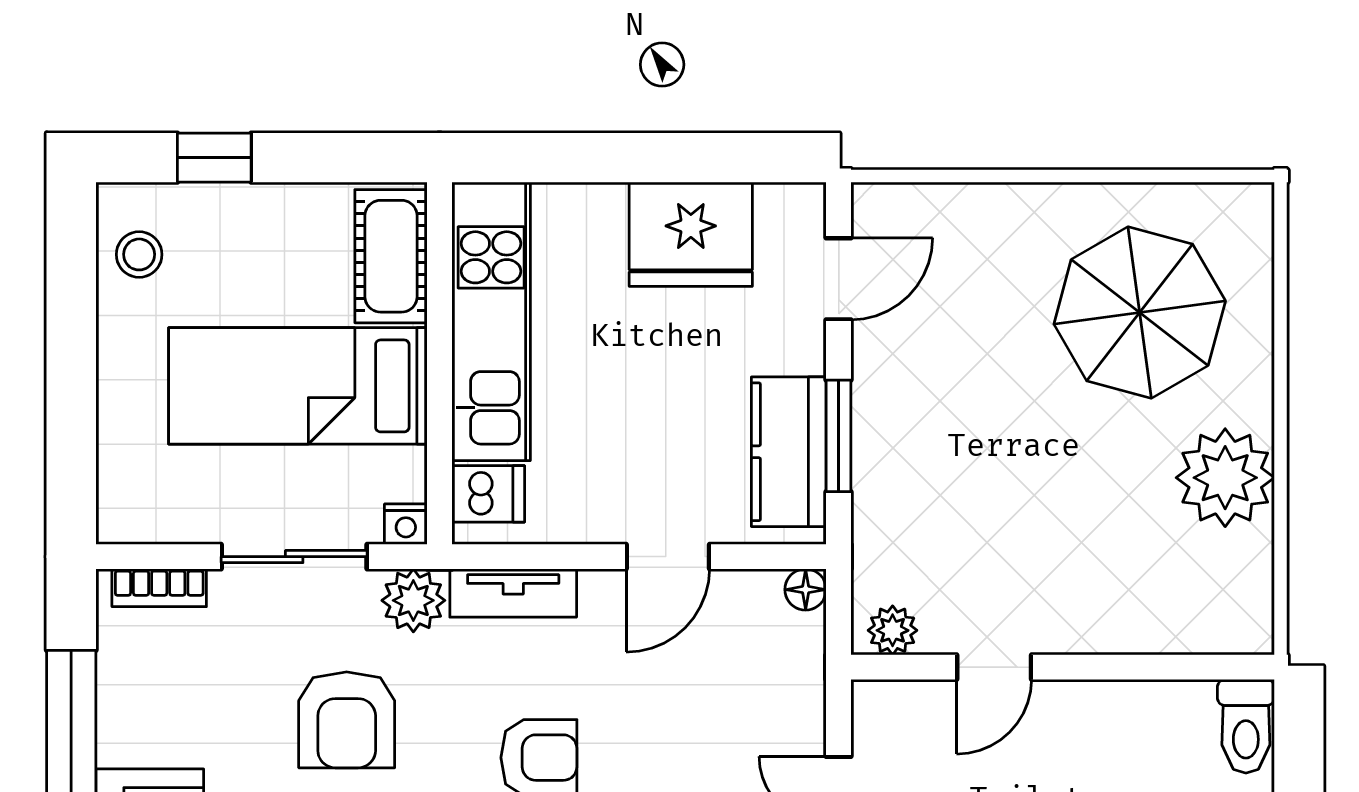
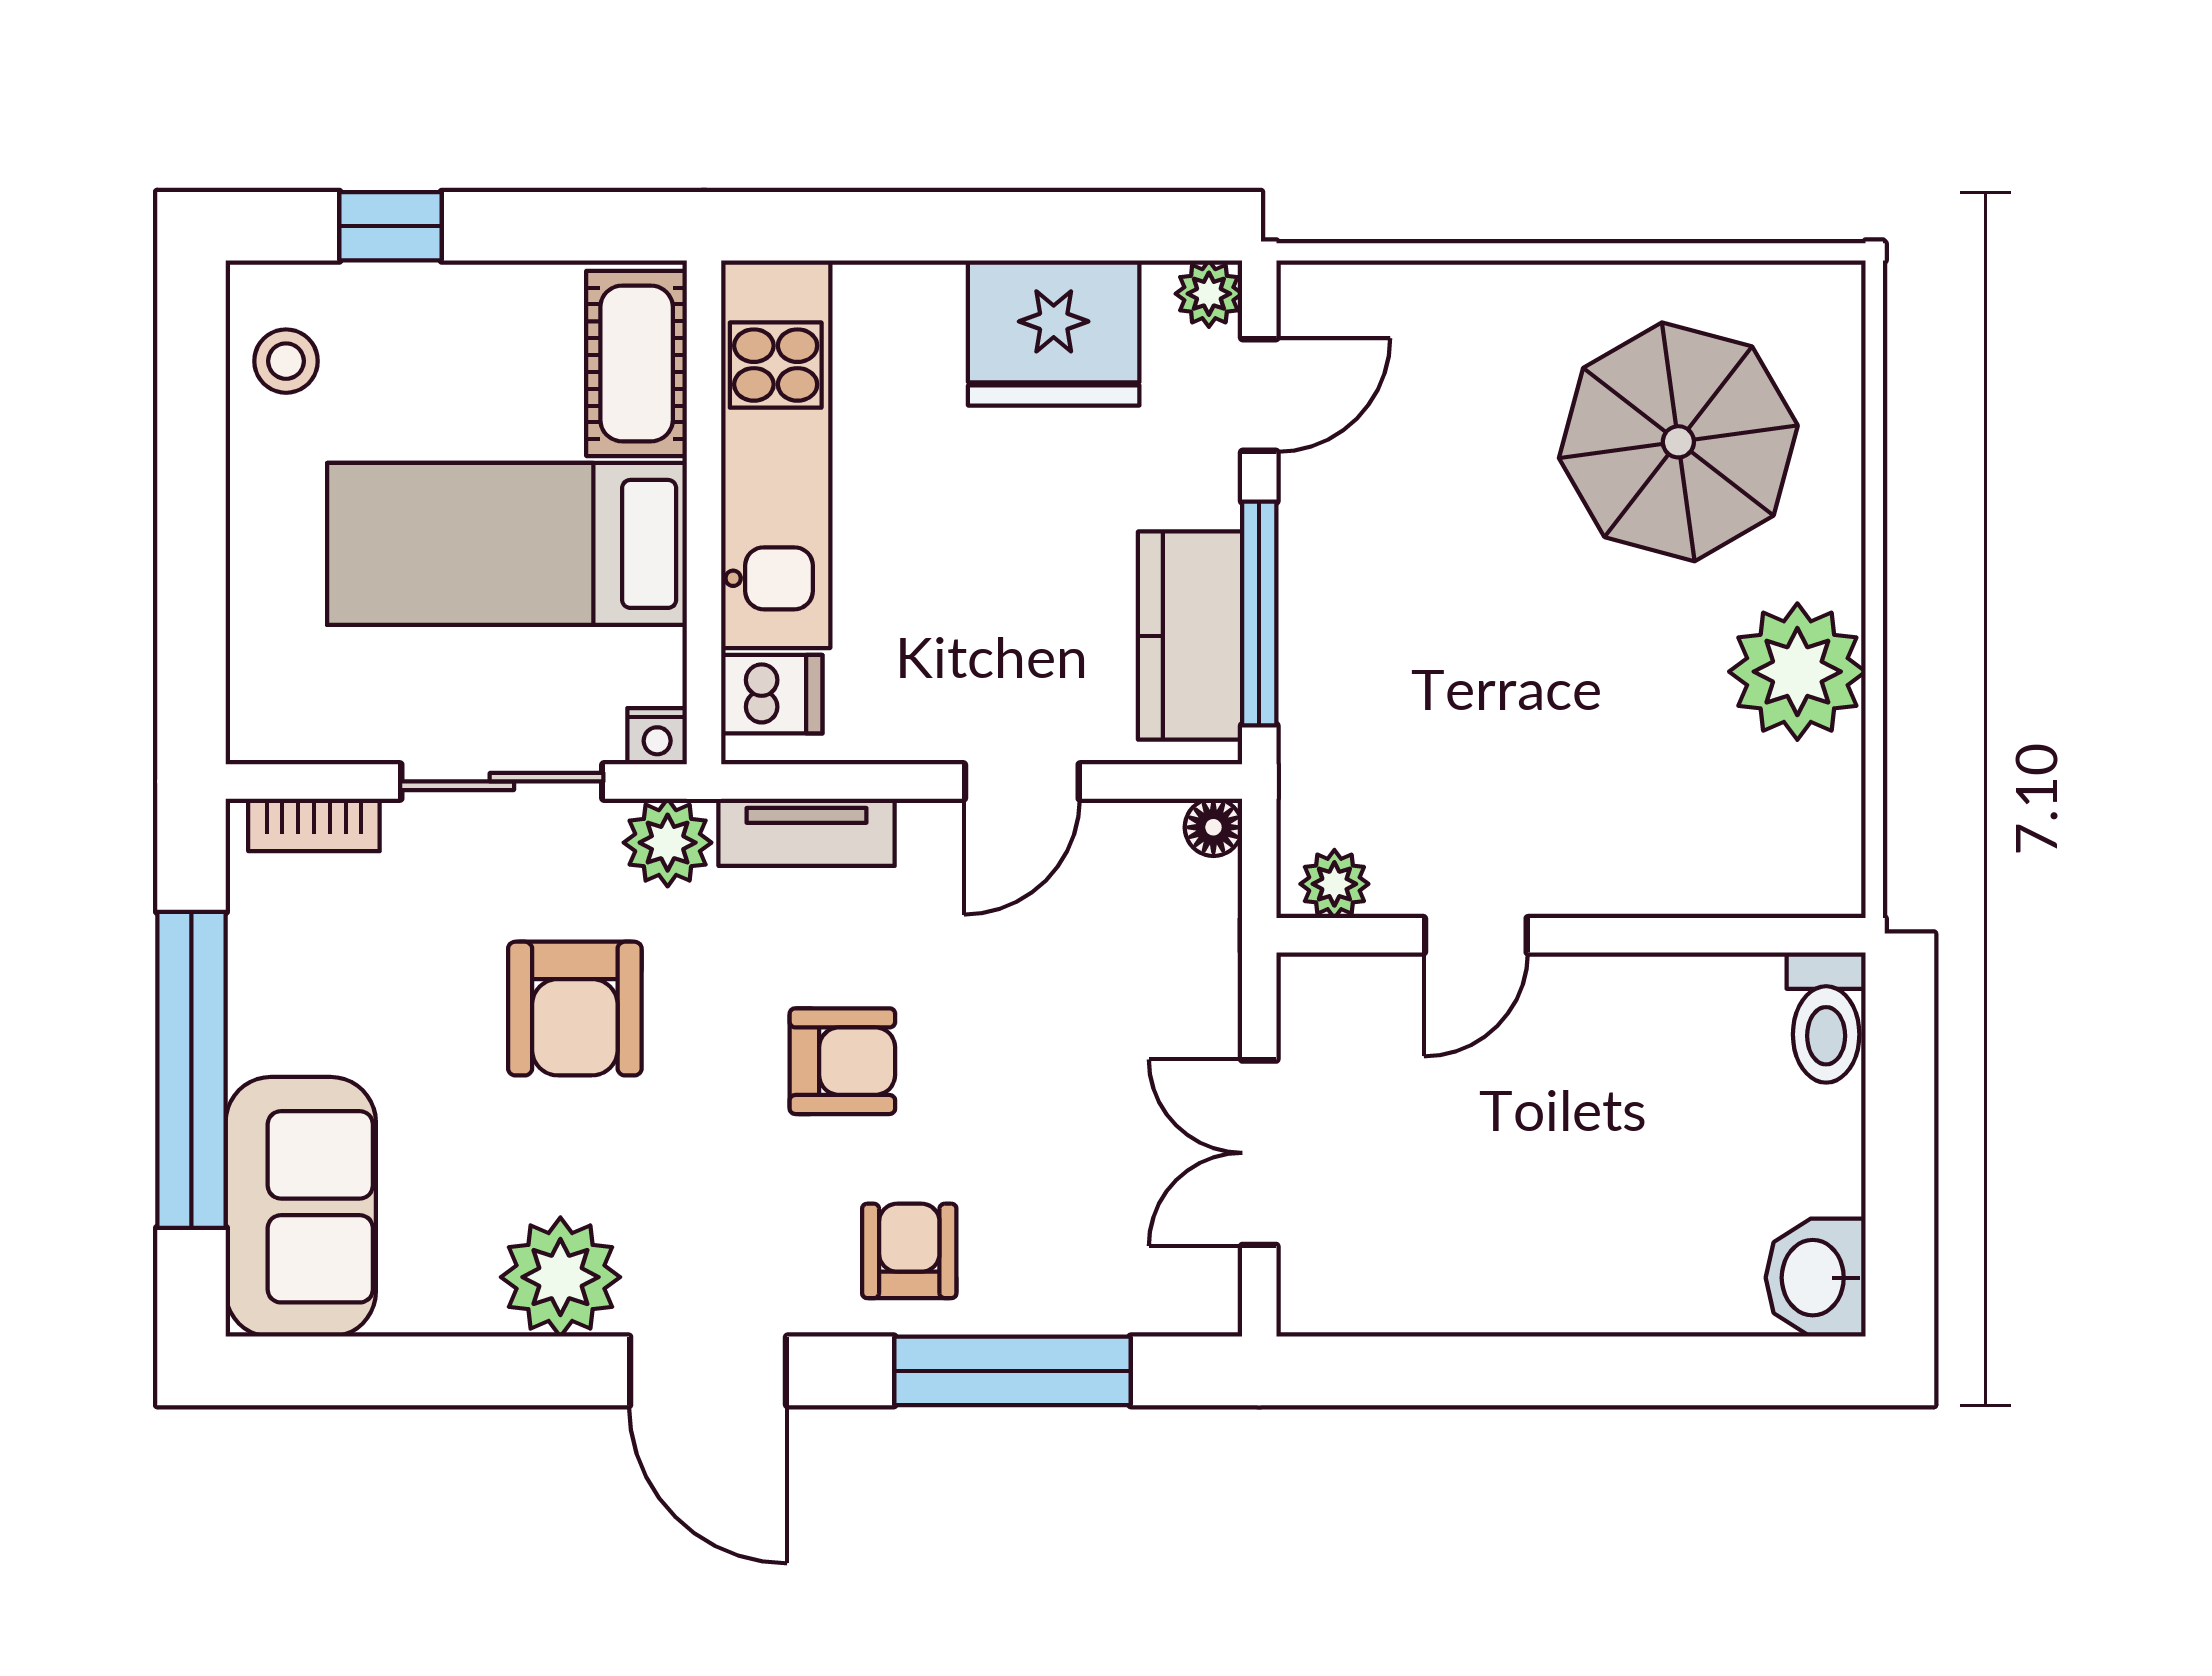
plant: (802, 206) -> (1209, 294), added
window: (839, 436) -> (1259, 613), width x1.44

